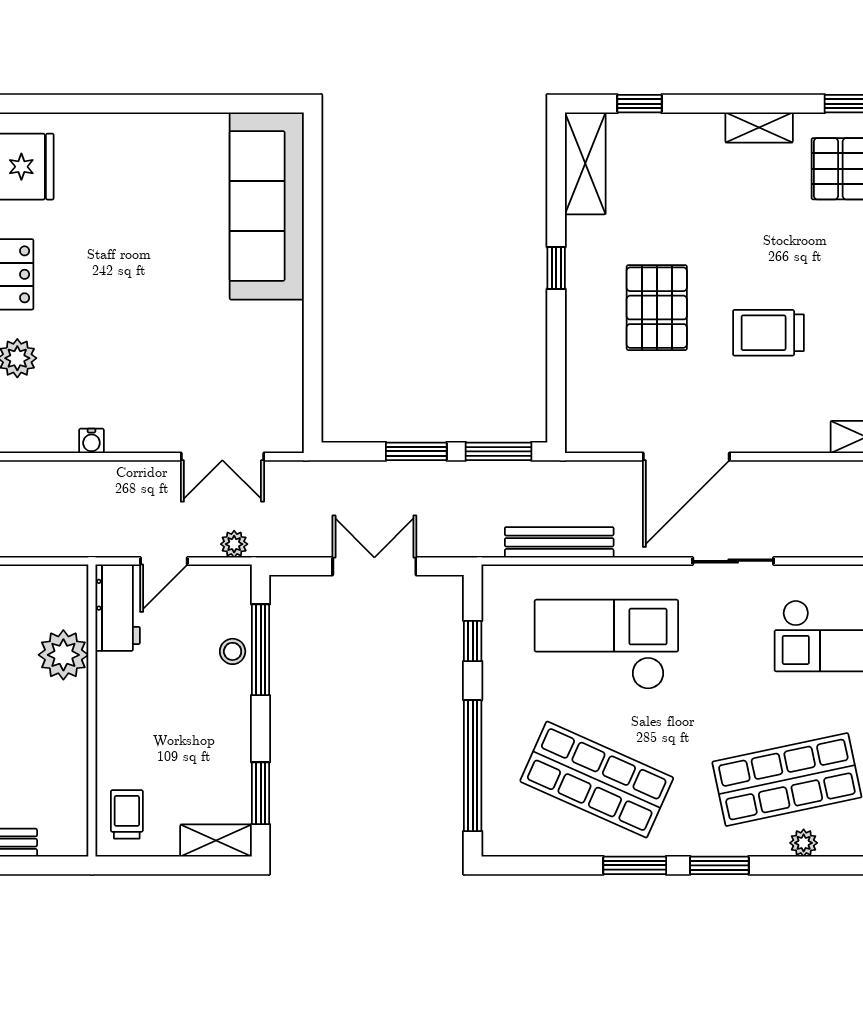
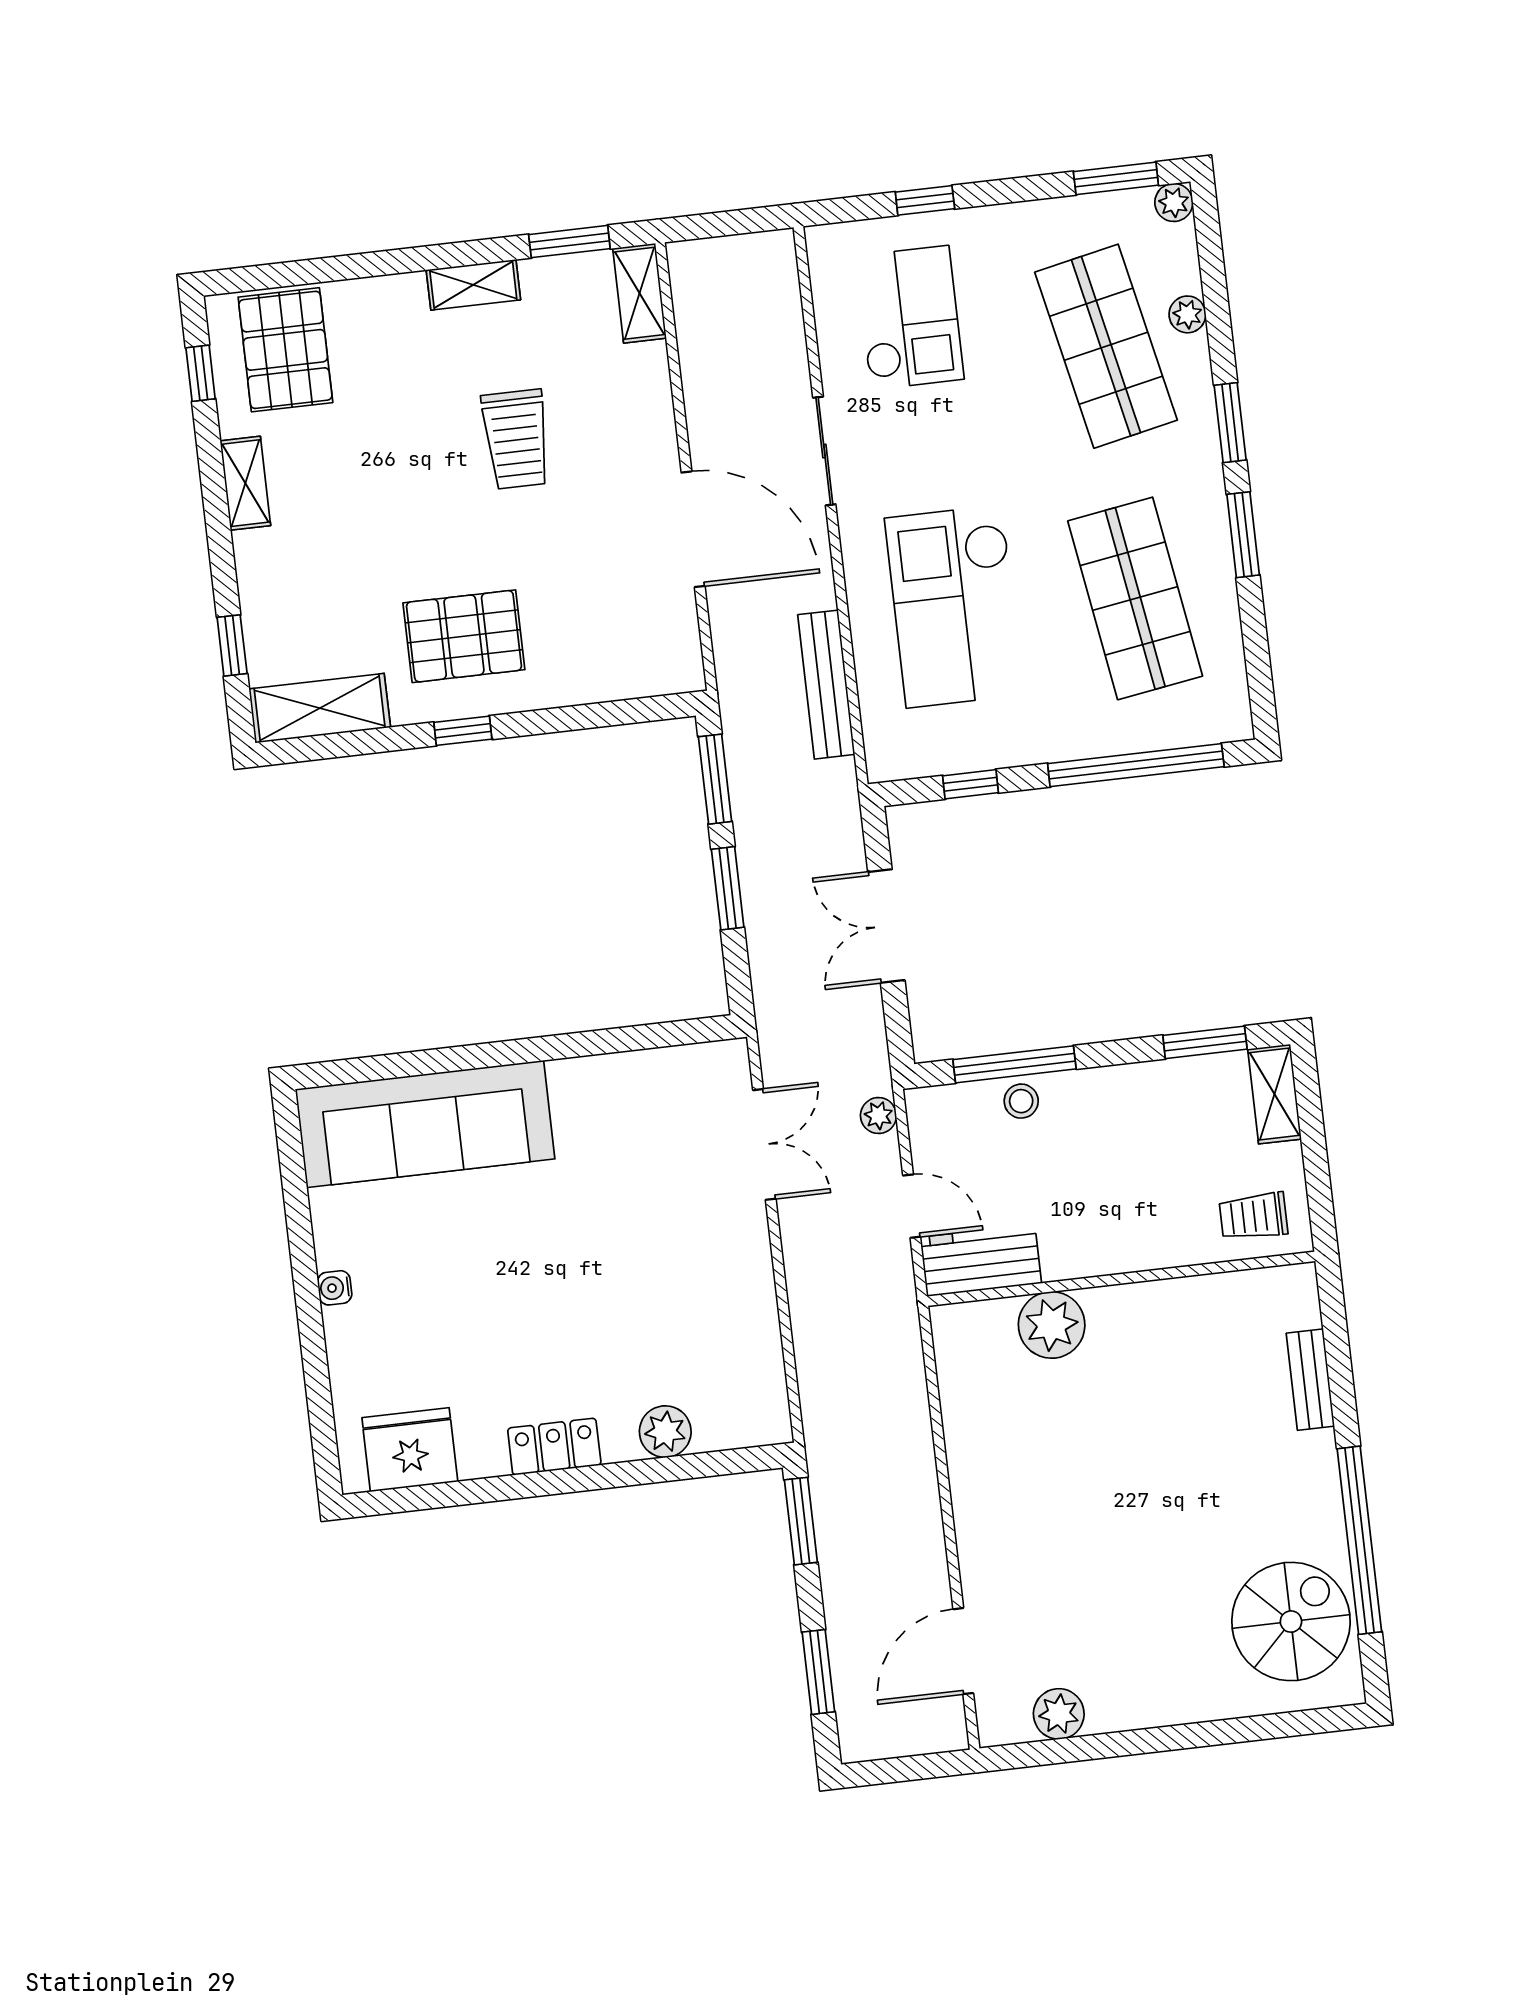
pallet: (657, 308) -> (464, 636), moved
water cooler: (91, 441) -> (335, 1288), moved, turned 180
shop shelf: (597, 780) -> (1135, 598), turned -33

